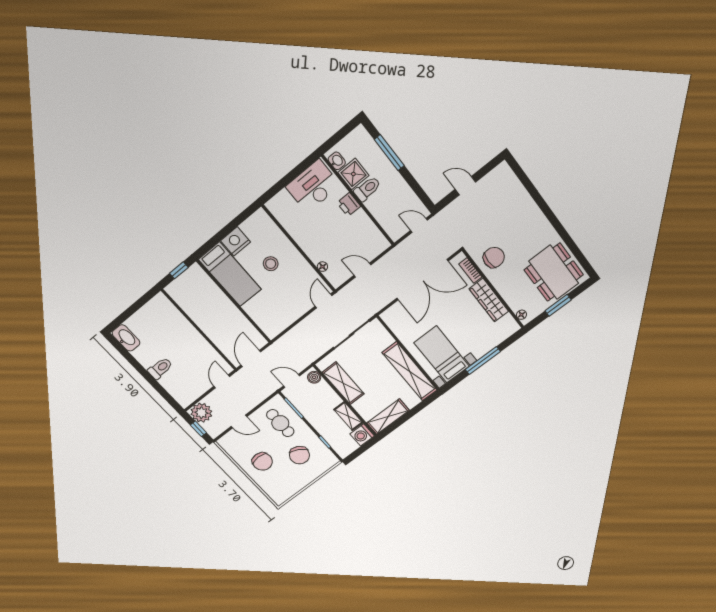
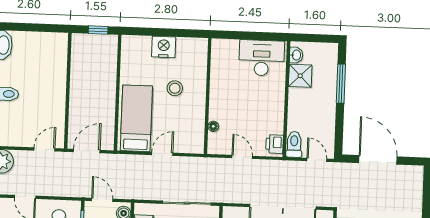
door: (465, 186) -> (378, 160), width x1.87
toilet: (367, 189) -> (294, 144), moved, turned -90
printer: (349, 205) -> (275, 144), moved
bed: (230, 274) -> (136, 118), moved, turned 180
door: (323, 301) -> (162, 154), moved

